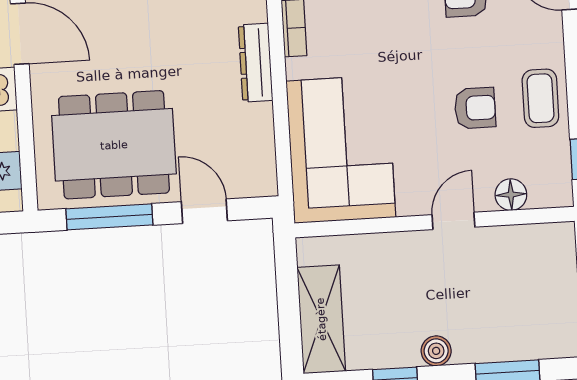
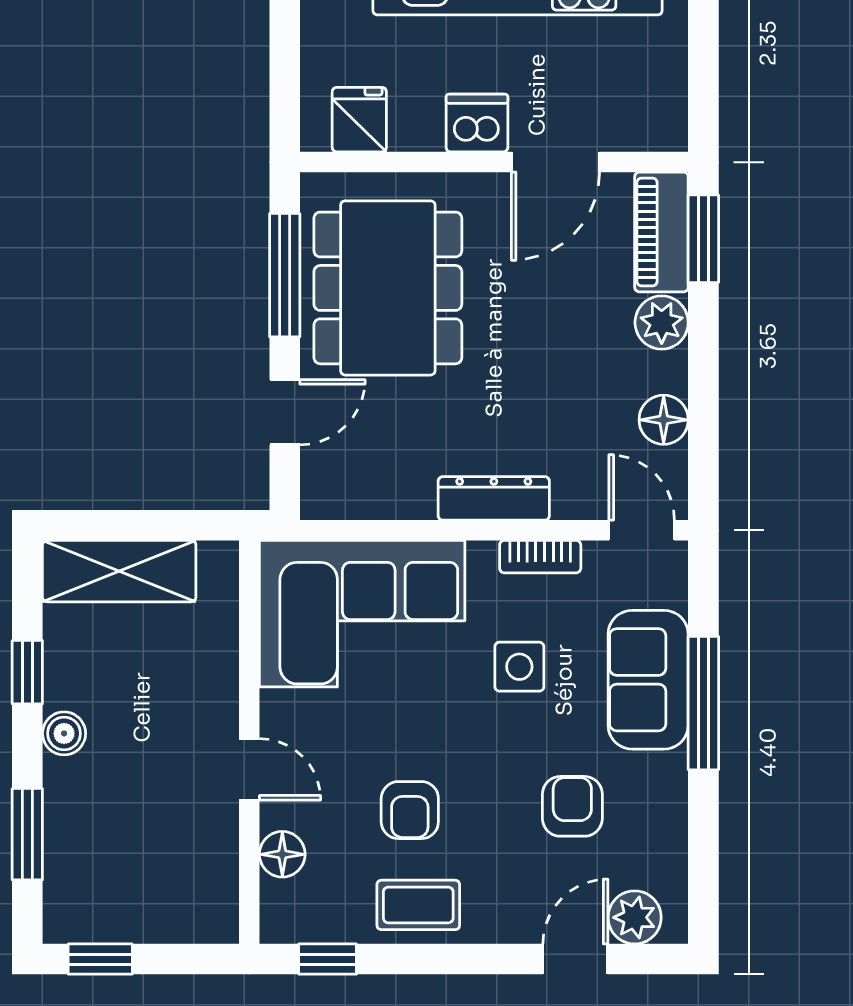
side table: (371, 38) -> (519, 667), added

